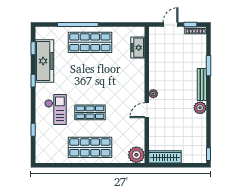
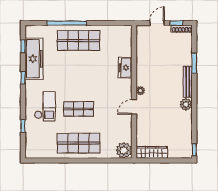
freezer: (138, 48) -> (125, 68), moved

